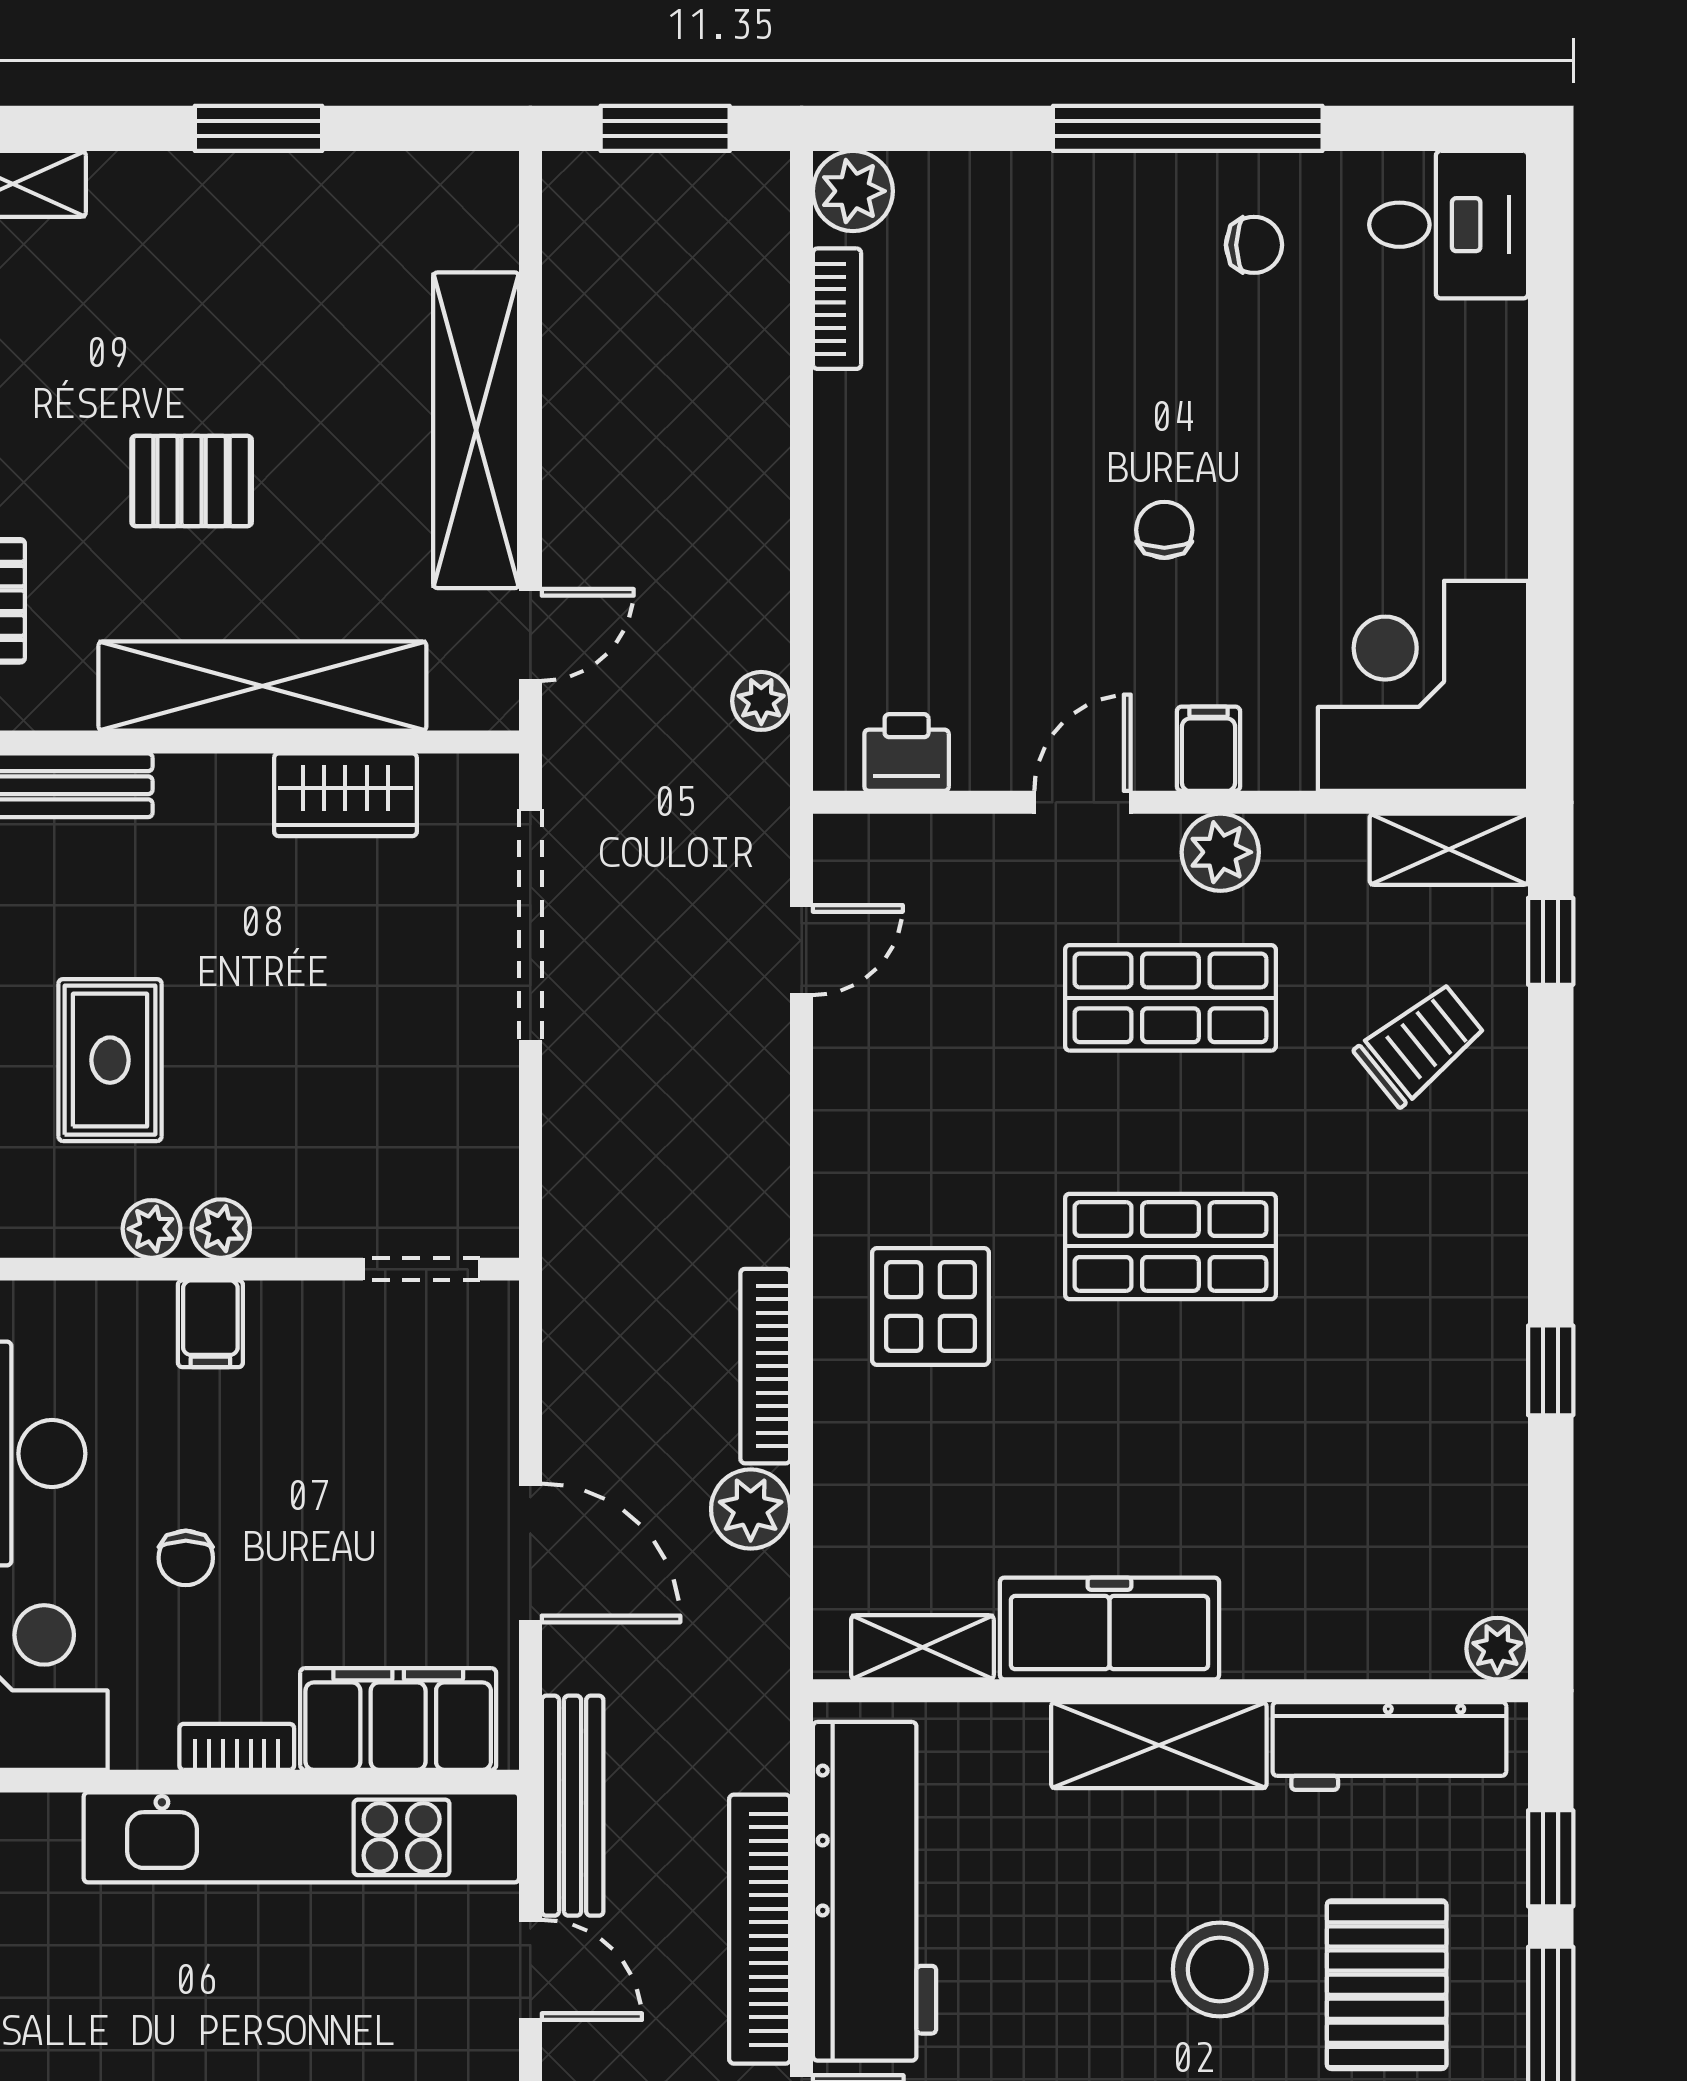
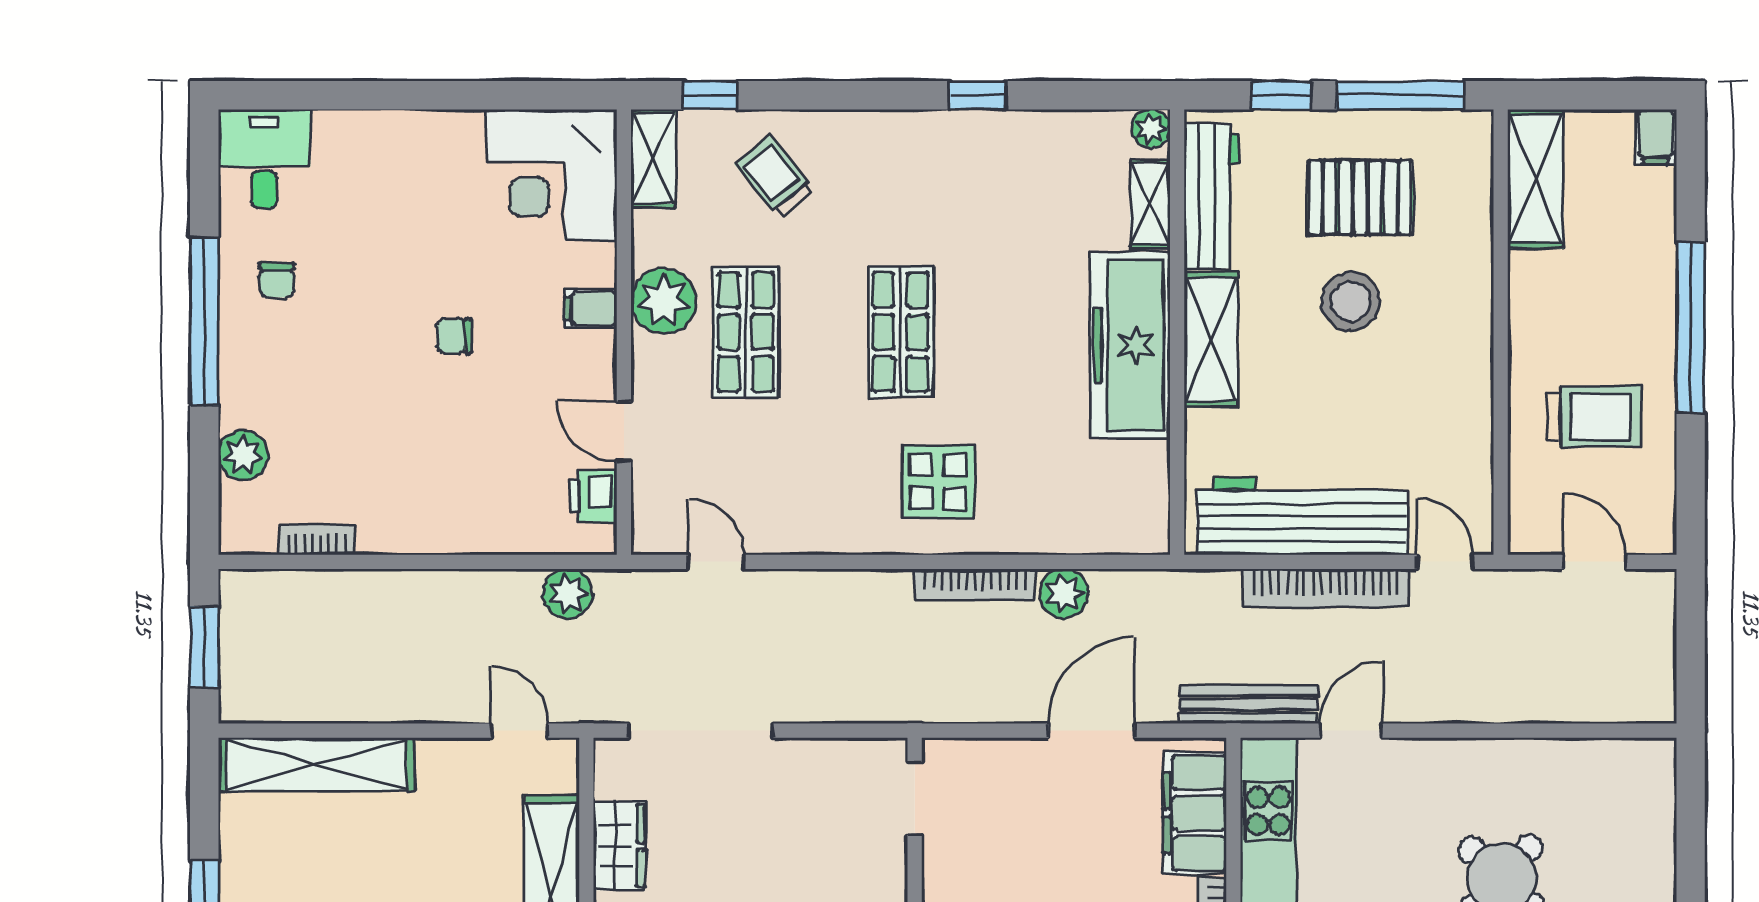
plant: (853, 191) -> (243, 455), moved
chair: (1254, 245) -> (277, 280), turned 180
shelving: (476, 430) -> (317, 764), moved
plant: (761, 701) -> (568, 594), width x1.38, depth x1.38
door: (1082, 802) -> (624, 431), moved
plant: (1220, 852) -> (664, 301), width x1.36, depth x1.36
freezer: (1109, 1629) -> (1130, 345), width x1.36, depth x1.26
shelving: (922, 1647) -> (1150, 204), moved

